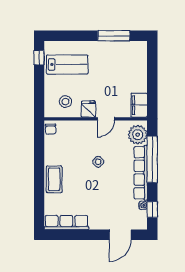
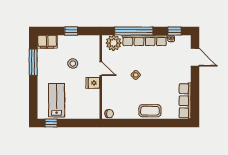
window: (152, 82) -> (71, 31), added
stool: (65, 102) -> (73, 64), moved
filing cabinet: (139, 105) -> (47, 42), moved

